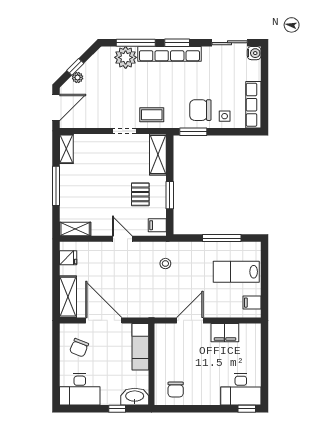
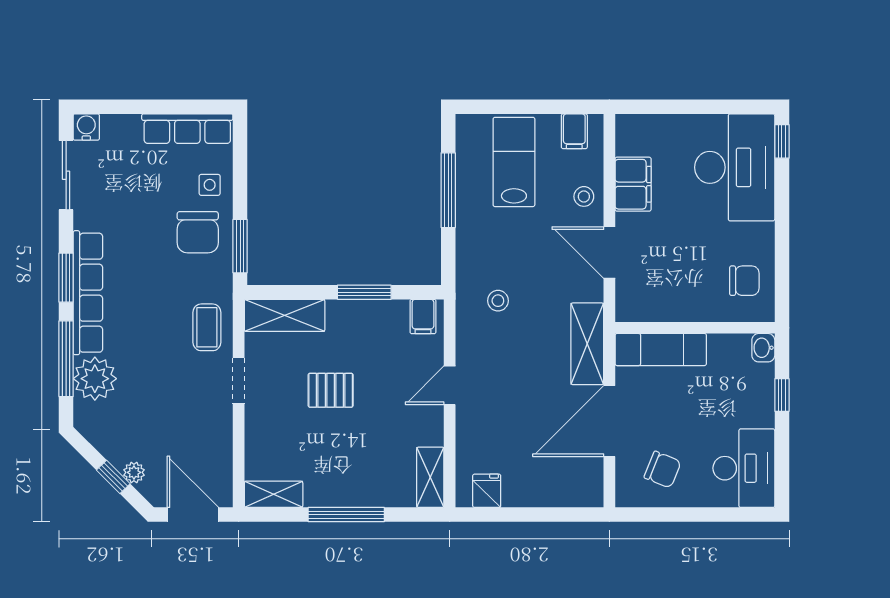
pallet: (140, 194) -> (331, 390), moved
lab bench: (236, 272) -> (514, 162), turned 180
shelving: (68, 297) -> (587, 344), moved, turned 90
stool: (219, 307) -> (584, 196), added
desk: (241, 389) -> (735, 167), width x1.36, depth x1.30
washbasin: (135, 397) -> (763, 348), width x0.52, depth x0.69

